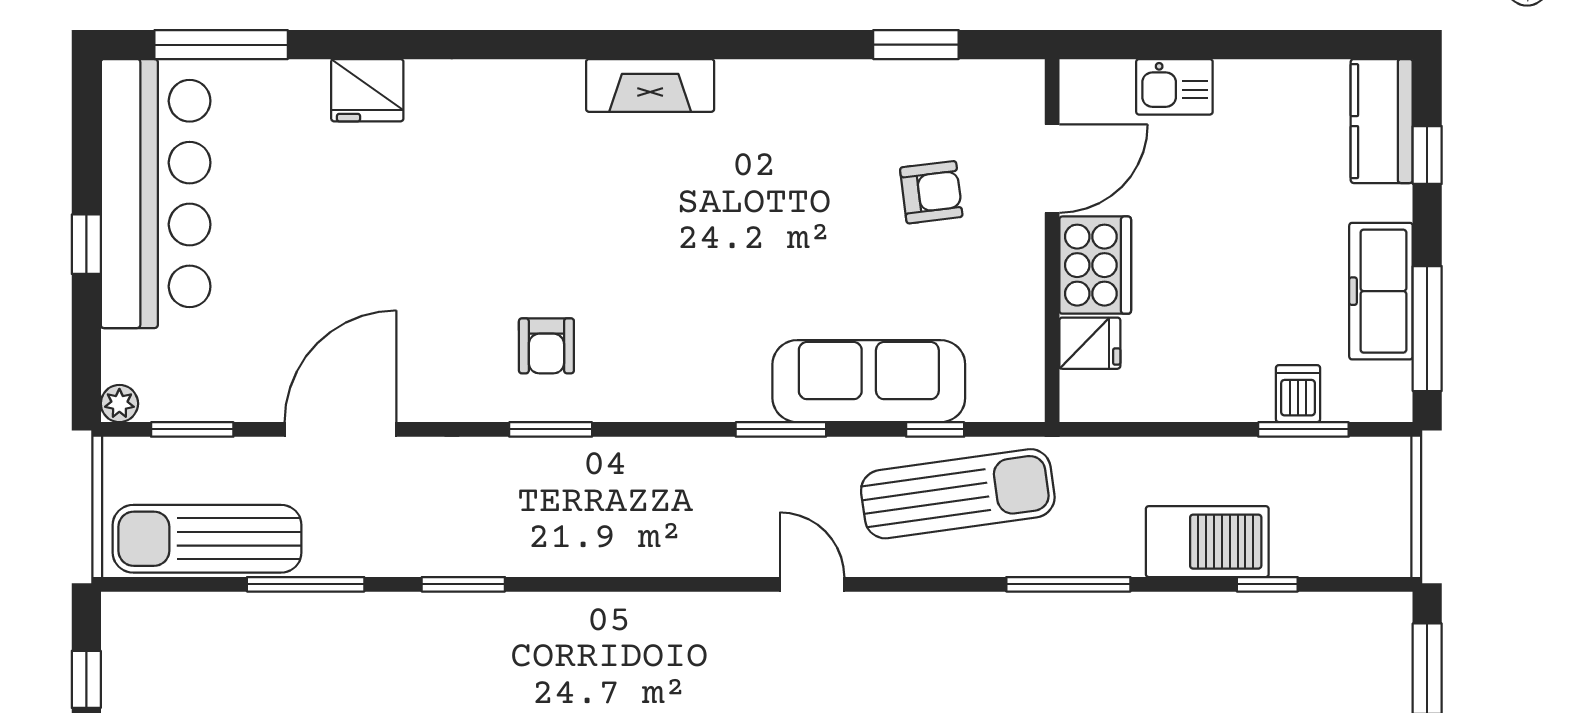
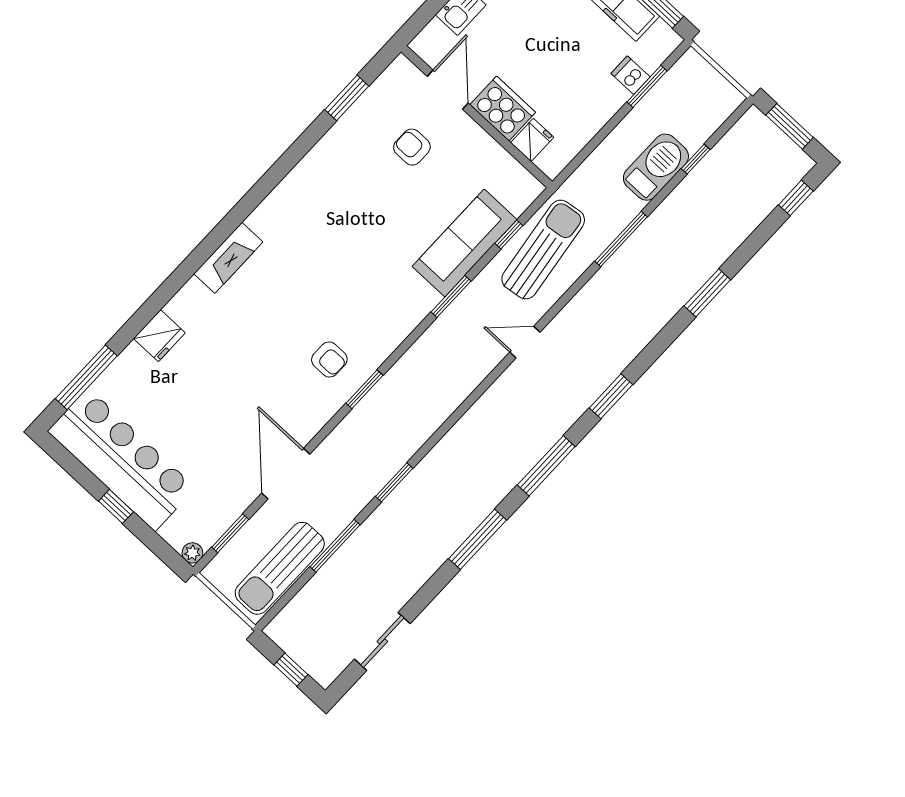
fireplace: (650, 85) -> (228, 258), moved
armchair: (931, 192) -> (412, 147), turned -83

